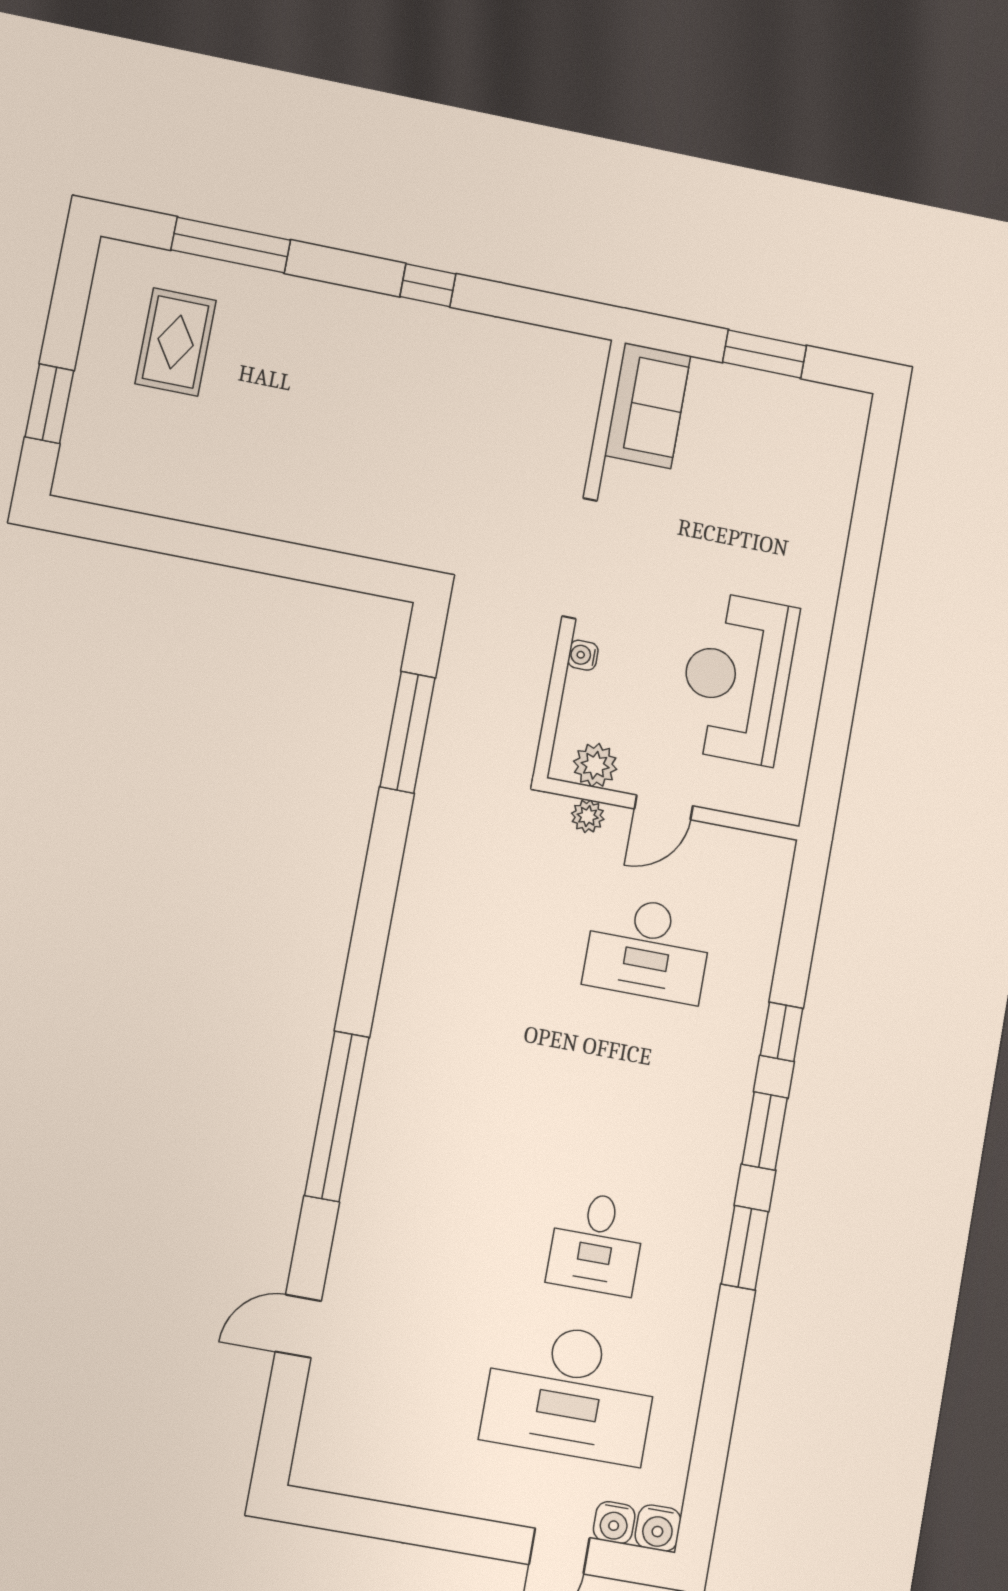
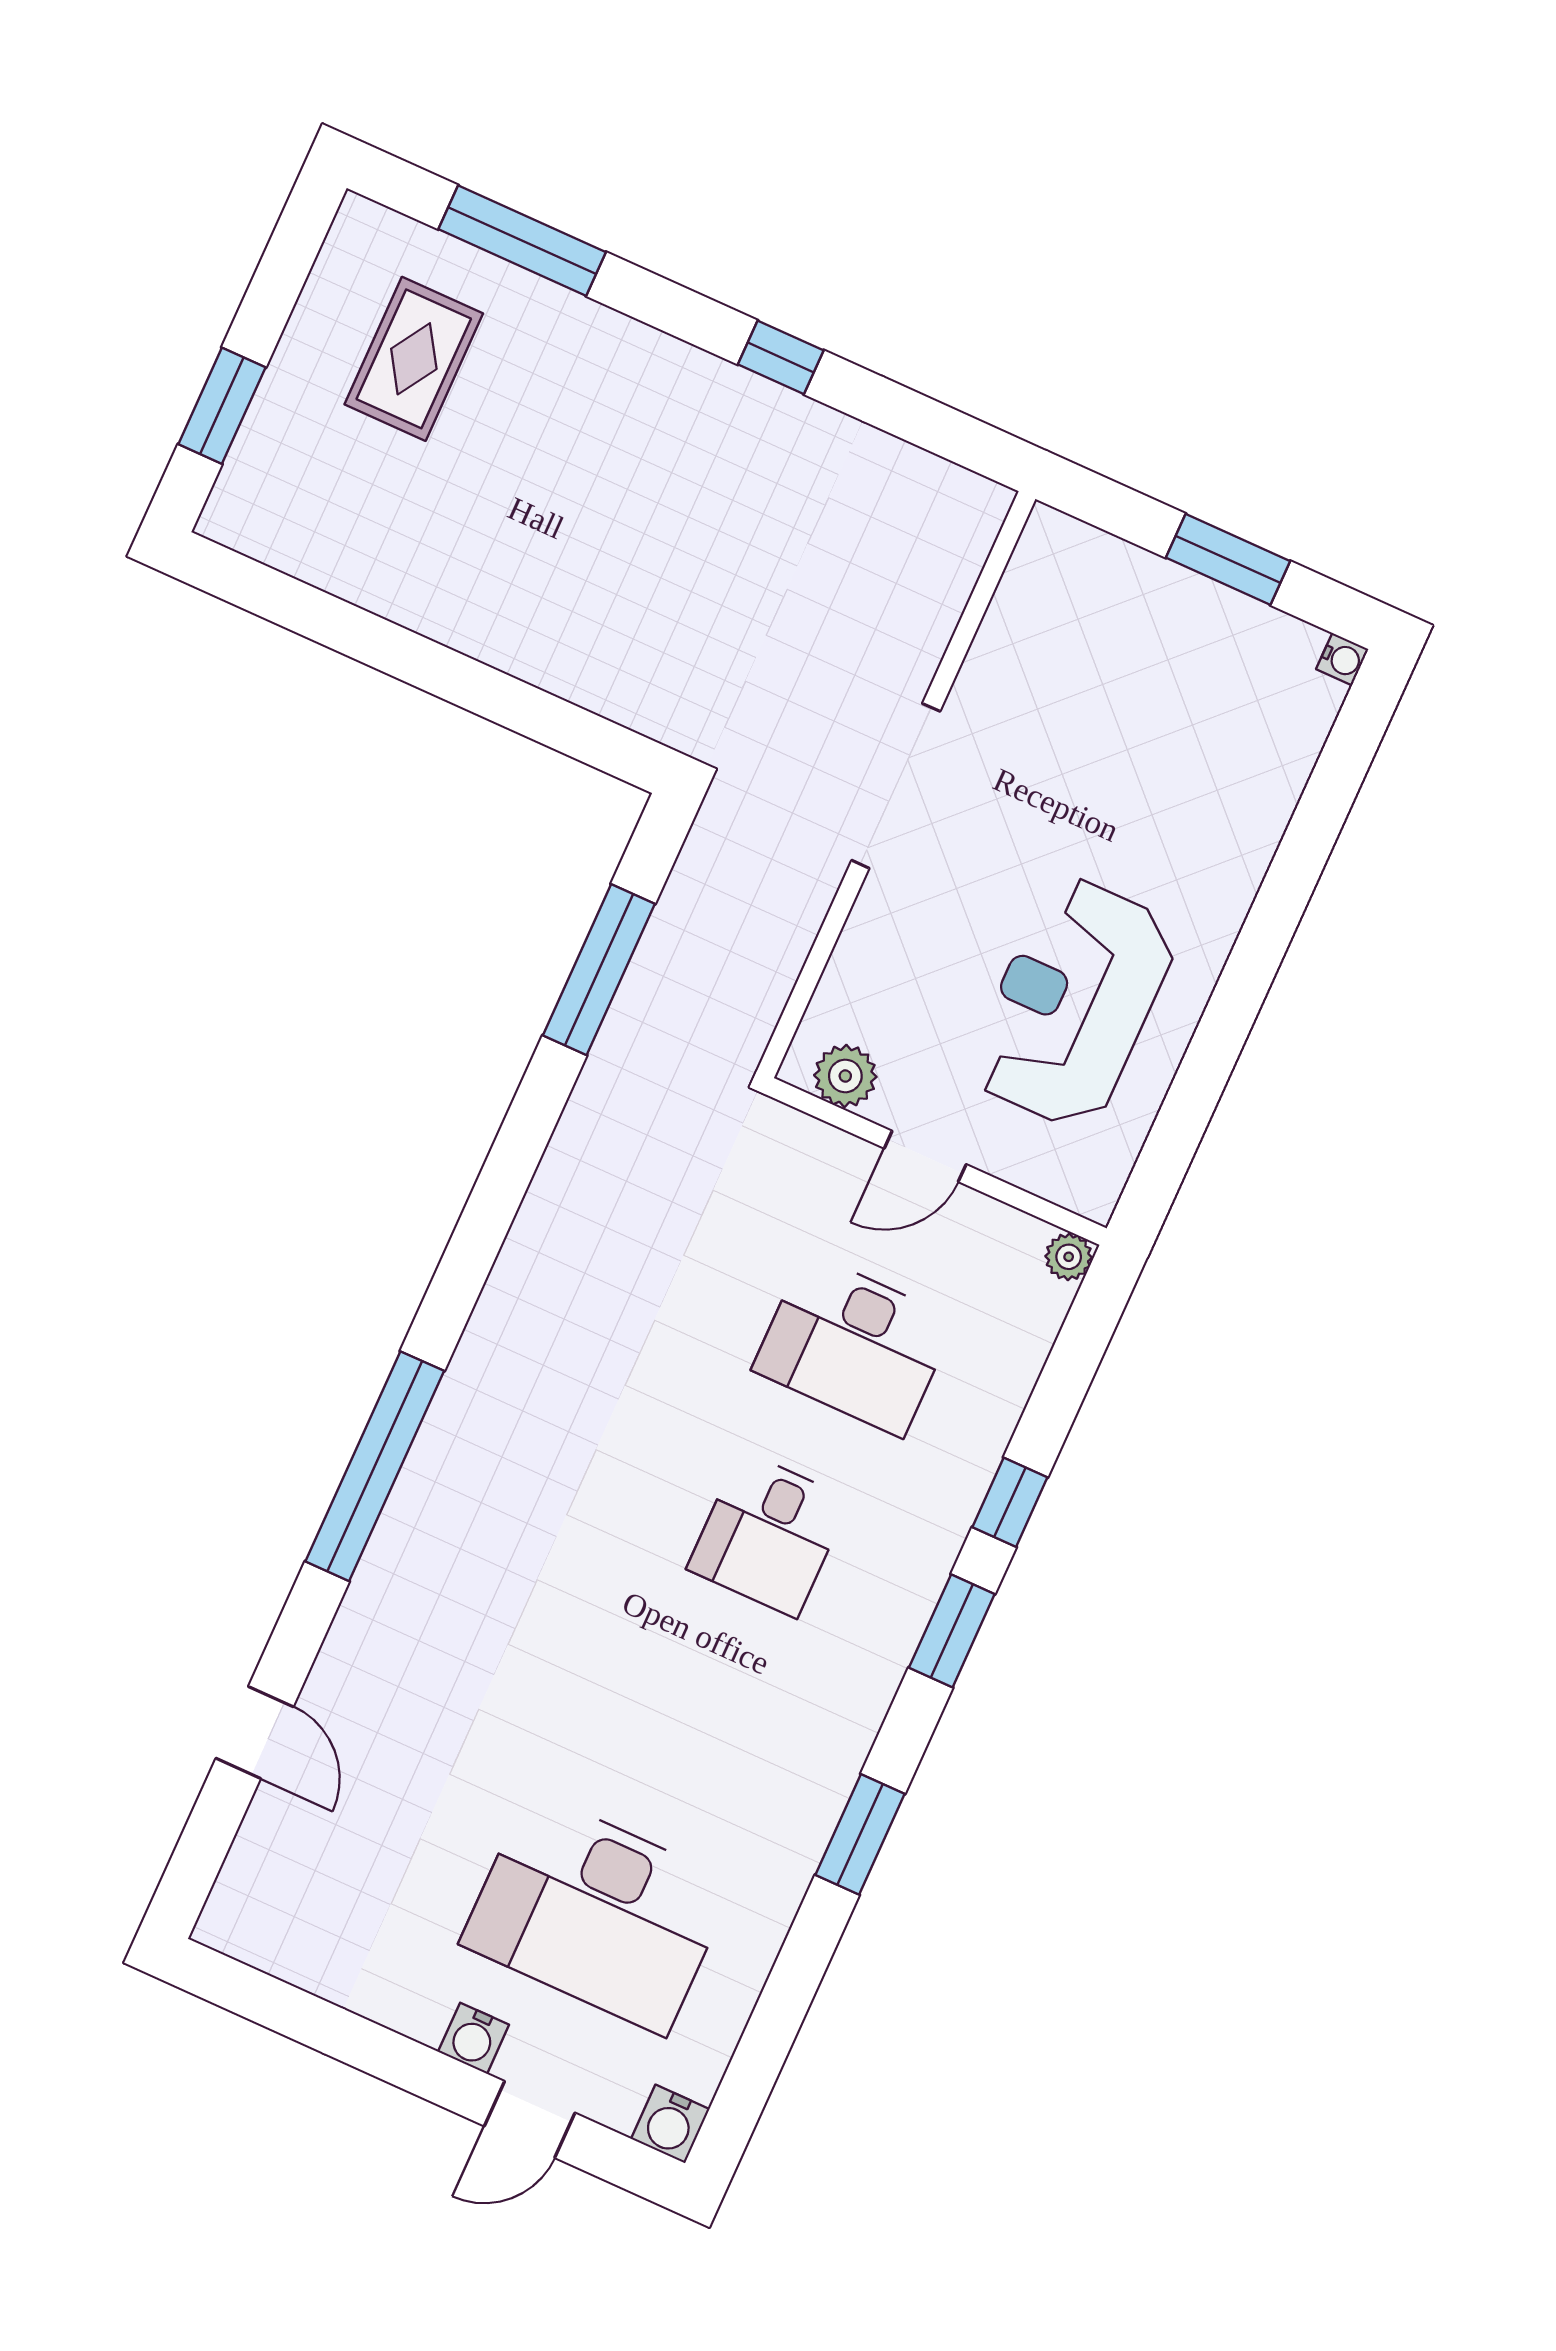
sofa: (648, 406) -> (1045, 595), removed
water cooler: (583, 655) -> (1342, 659), moved, turned 180
plant: (588, 816) -> (1069, 1257), moved
desk: (596, 1243) -> (769, 1534), moved
window: (745, 1248) -> (860, 1834), moved
door: (298, 1326) -> (255, 1733), swing flipped
water cooler: (614, 1523) -> (474, 2038), moved

